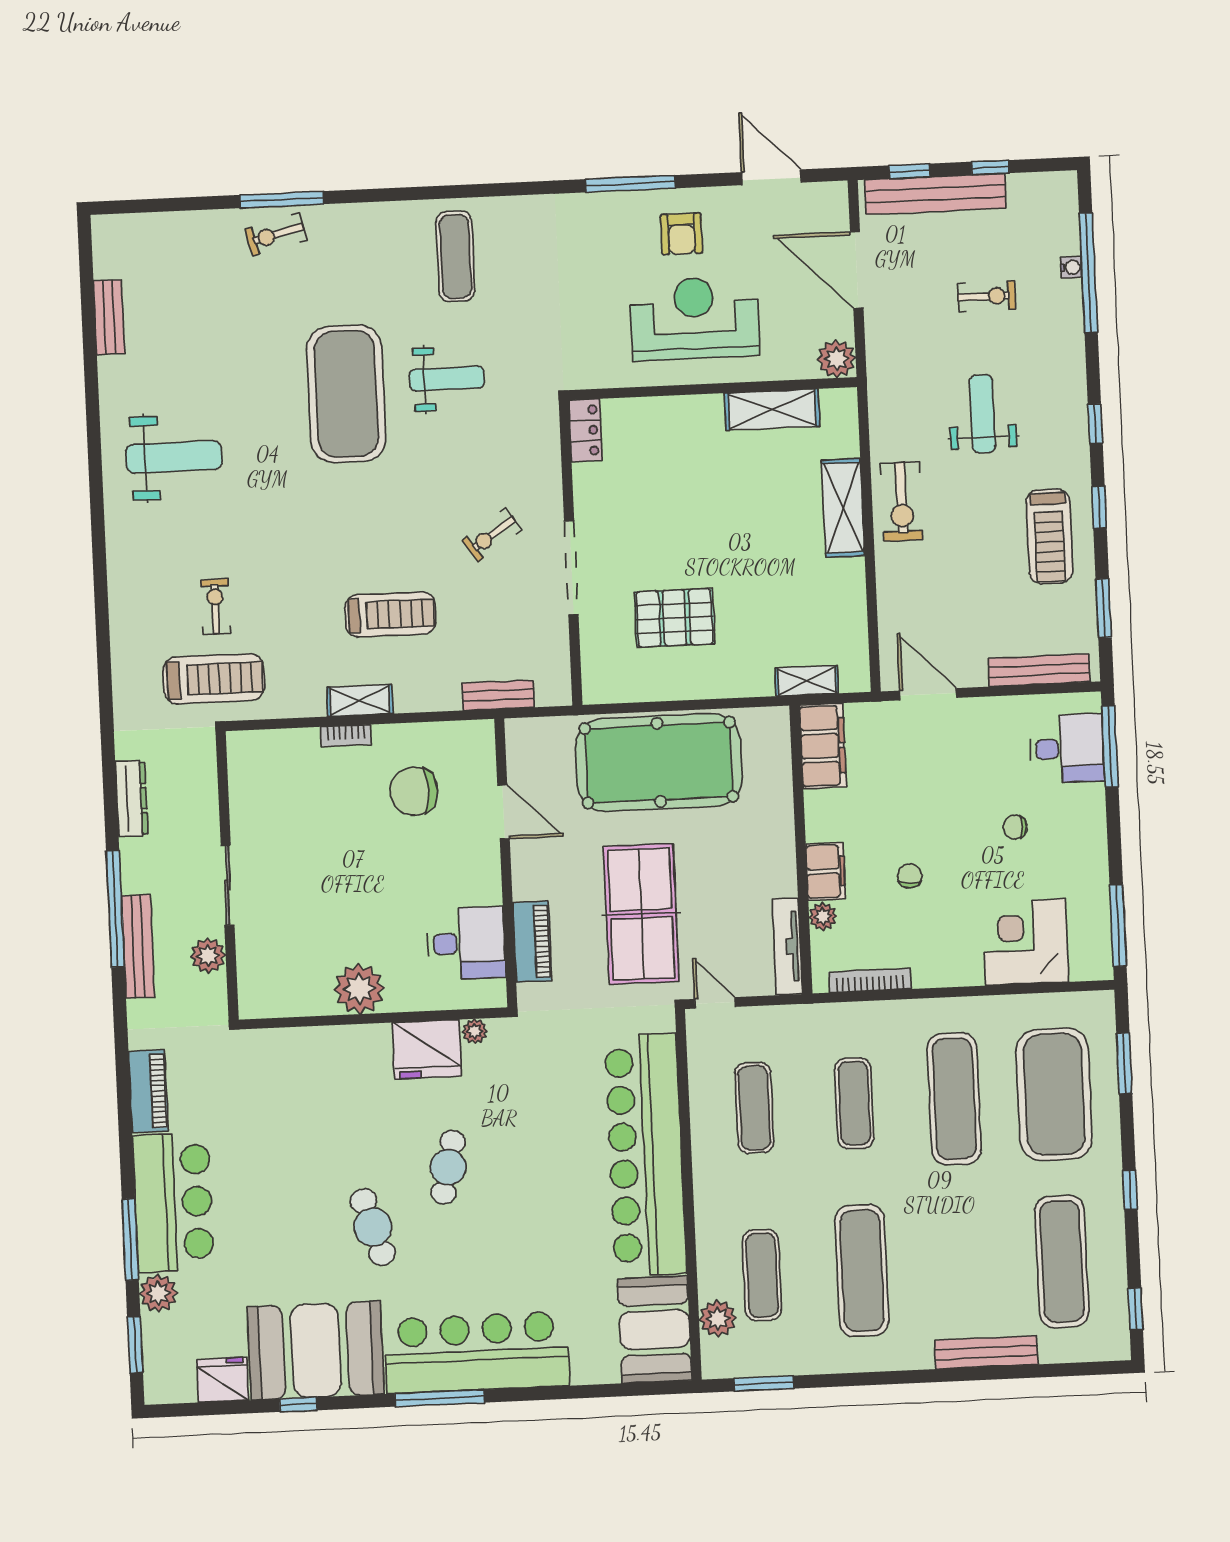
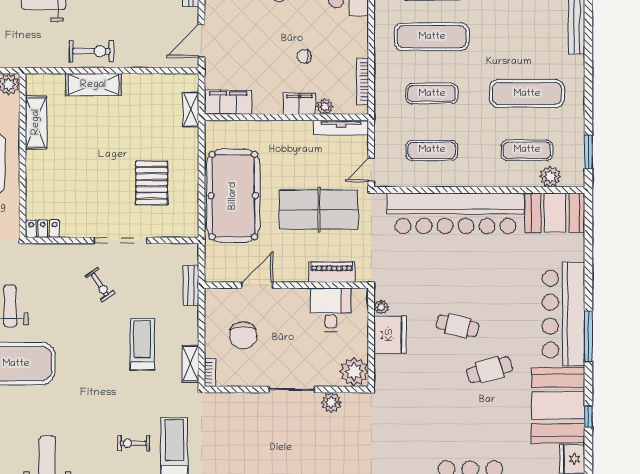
wall: (227, 876) -> (286, 389), moved
sliding door: (228, 885) -> (292, 389), moved
plant: (208, 956) -> (331, 402), moved

